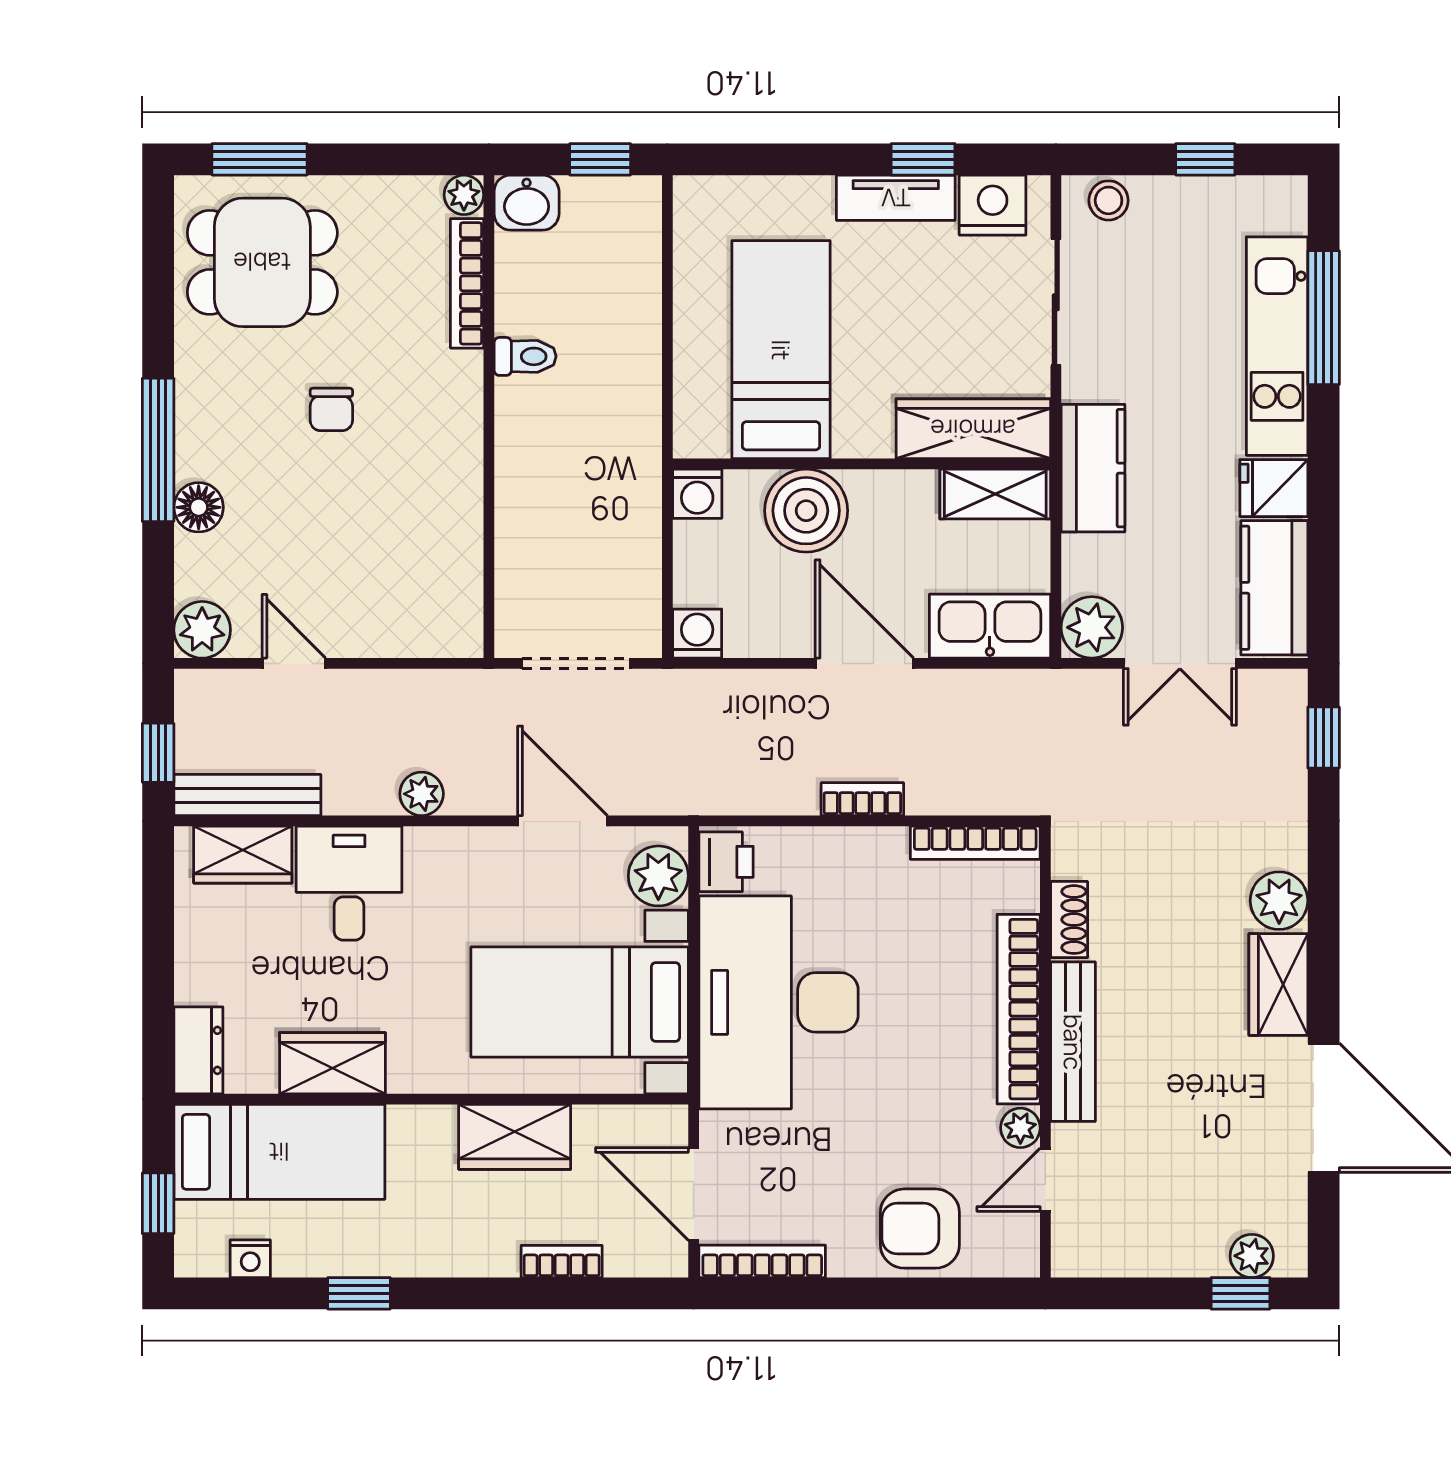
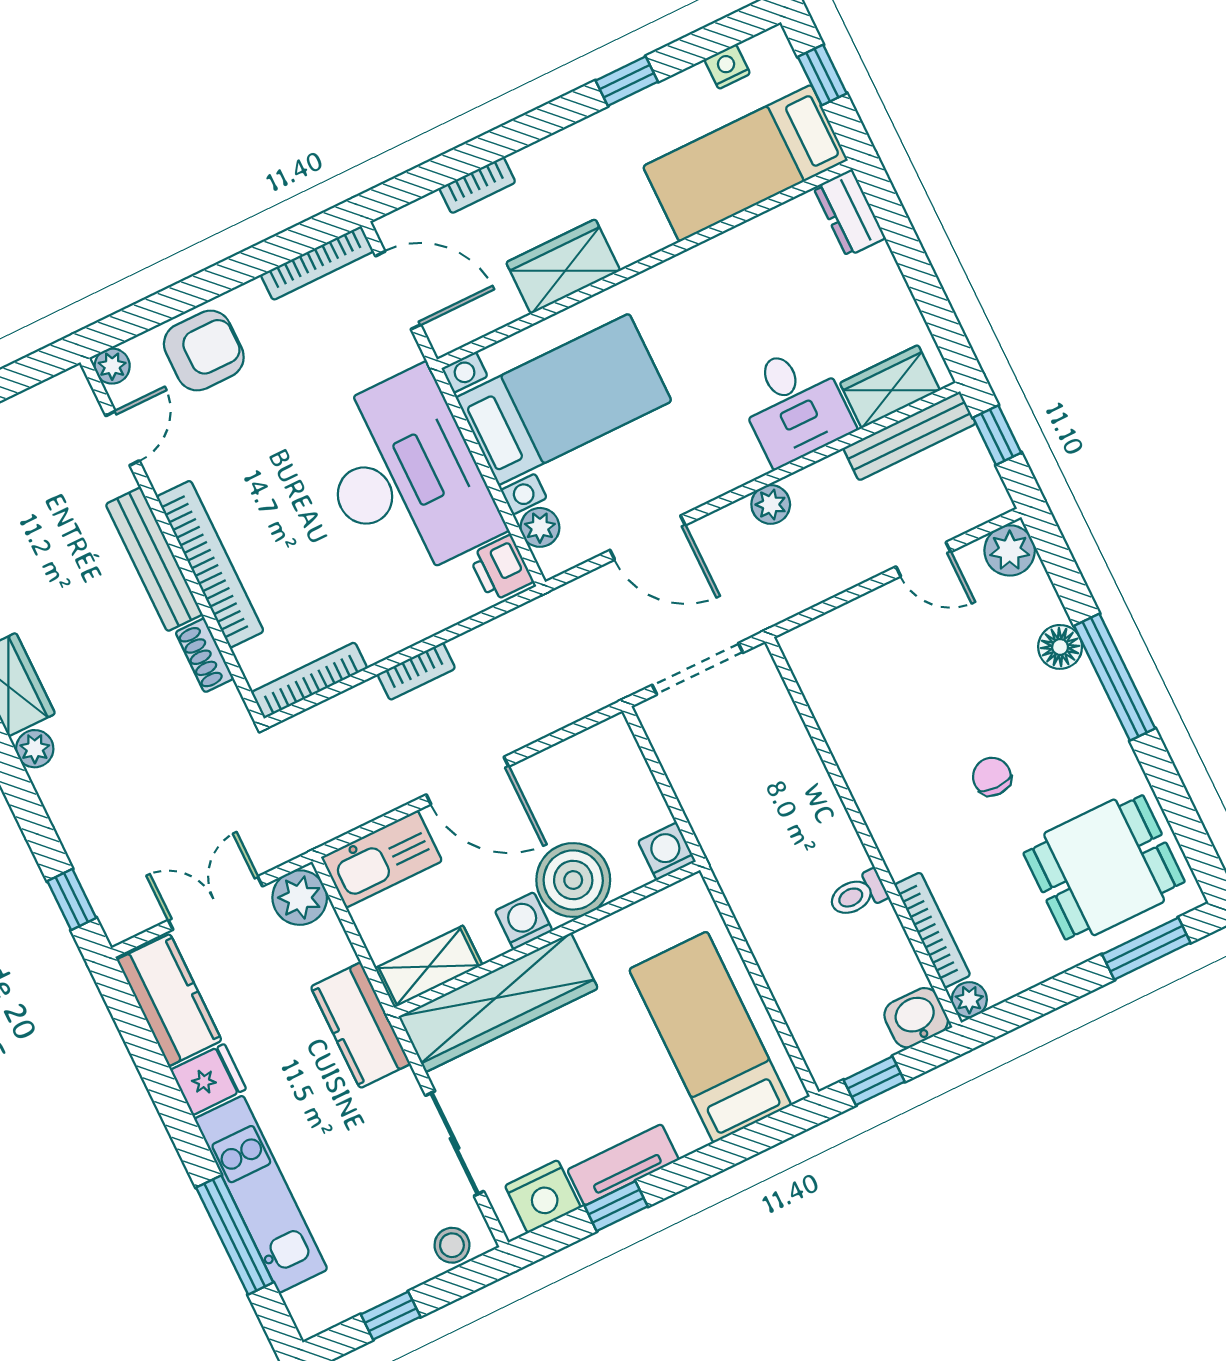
bed: (781, 350) -> (710, 1037), moved, turned 180
wardrobe: (973, 429) -> (498, 1002), width x1.40, depth x1.17
washing machine: (697, 634) -> (524, 921), moved, turned 180
plant: (658, 876) -> (540, 527), width x0.73, depth x0.73
plant: (1279, 901) -> (35, 749), width x0.73, depth x0.73
wardrobe: (332, 1063) -> (737, 255), removed
plant: (1020, 1128) -> (112, 366), moved

